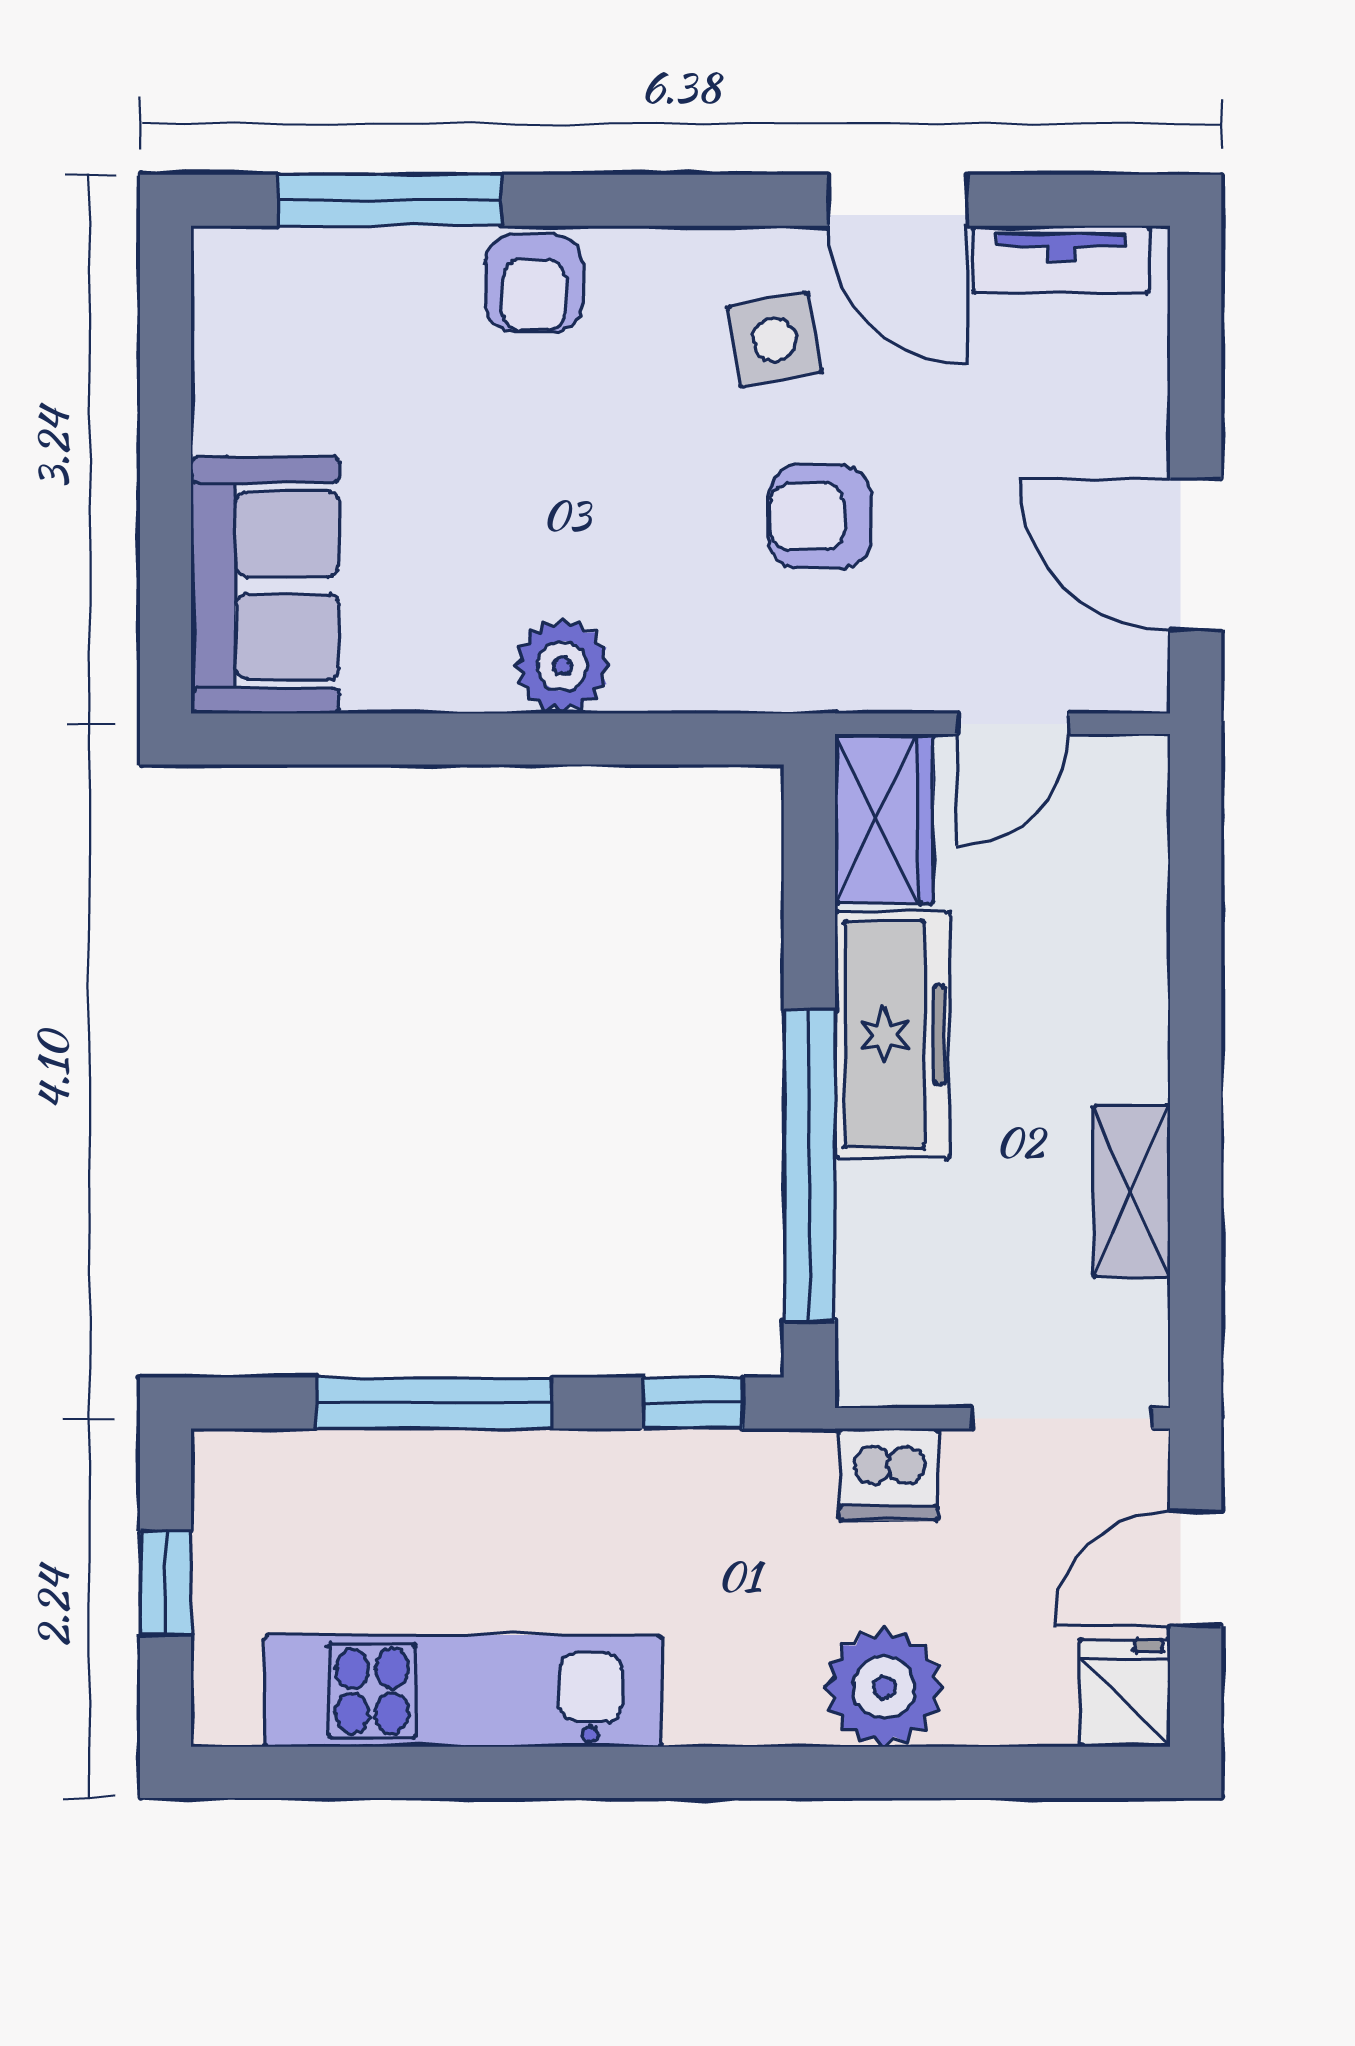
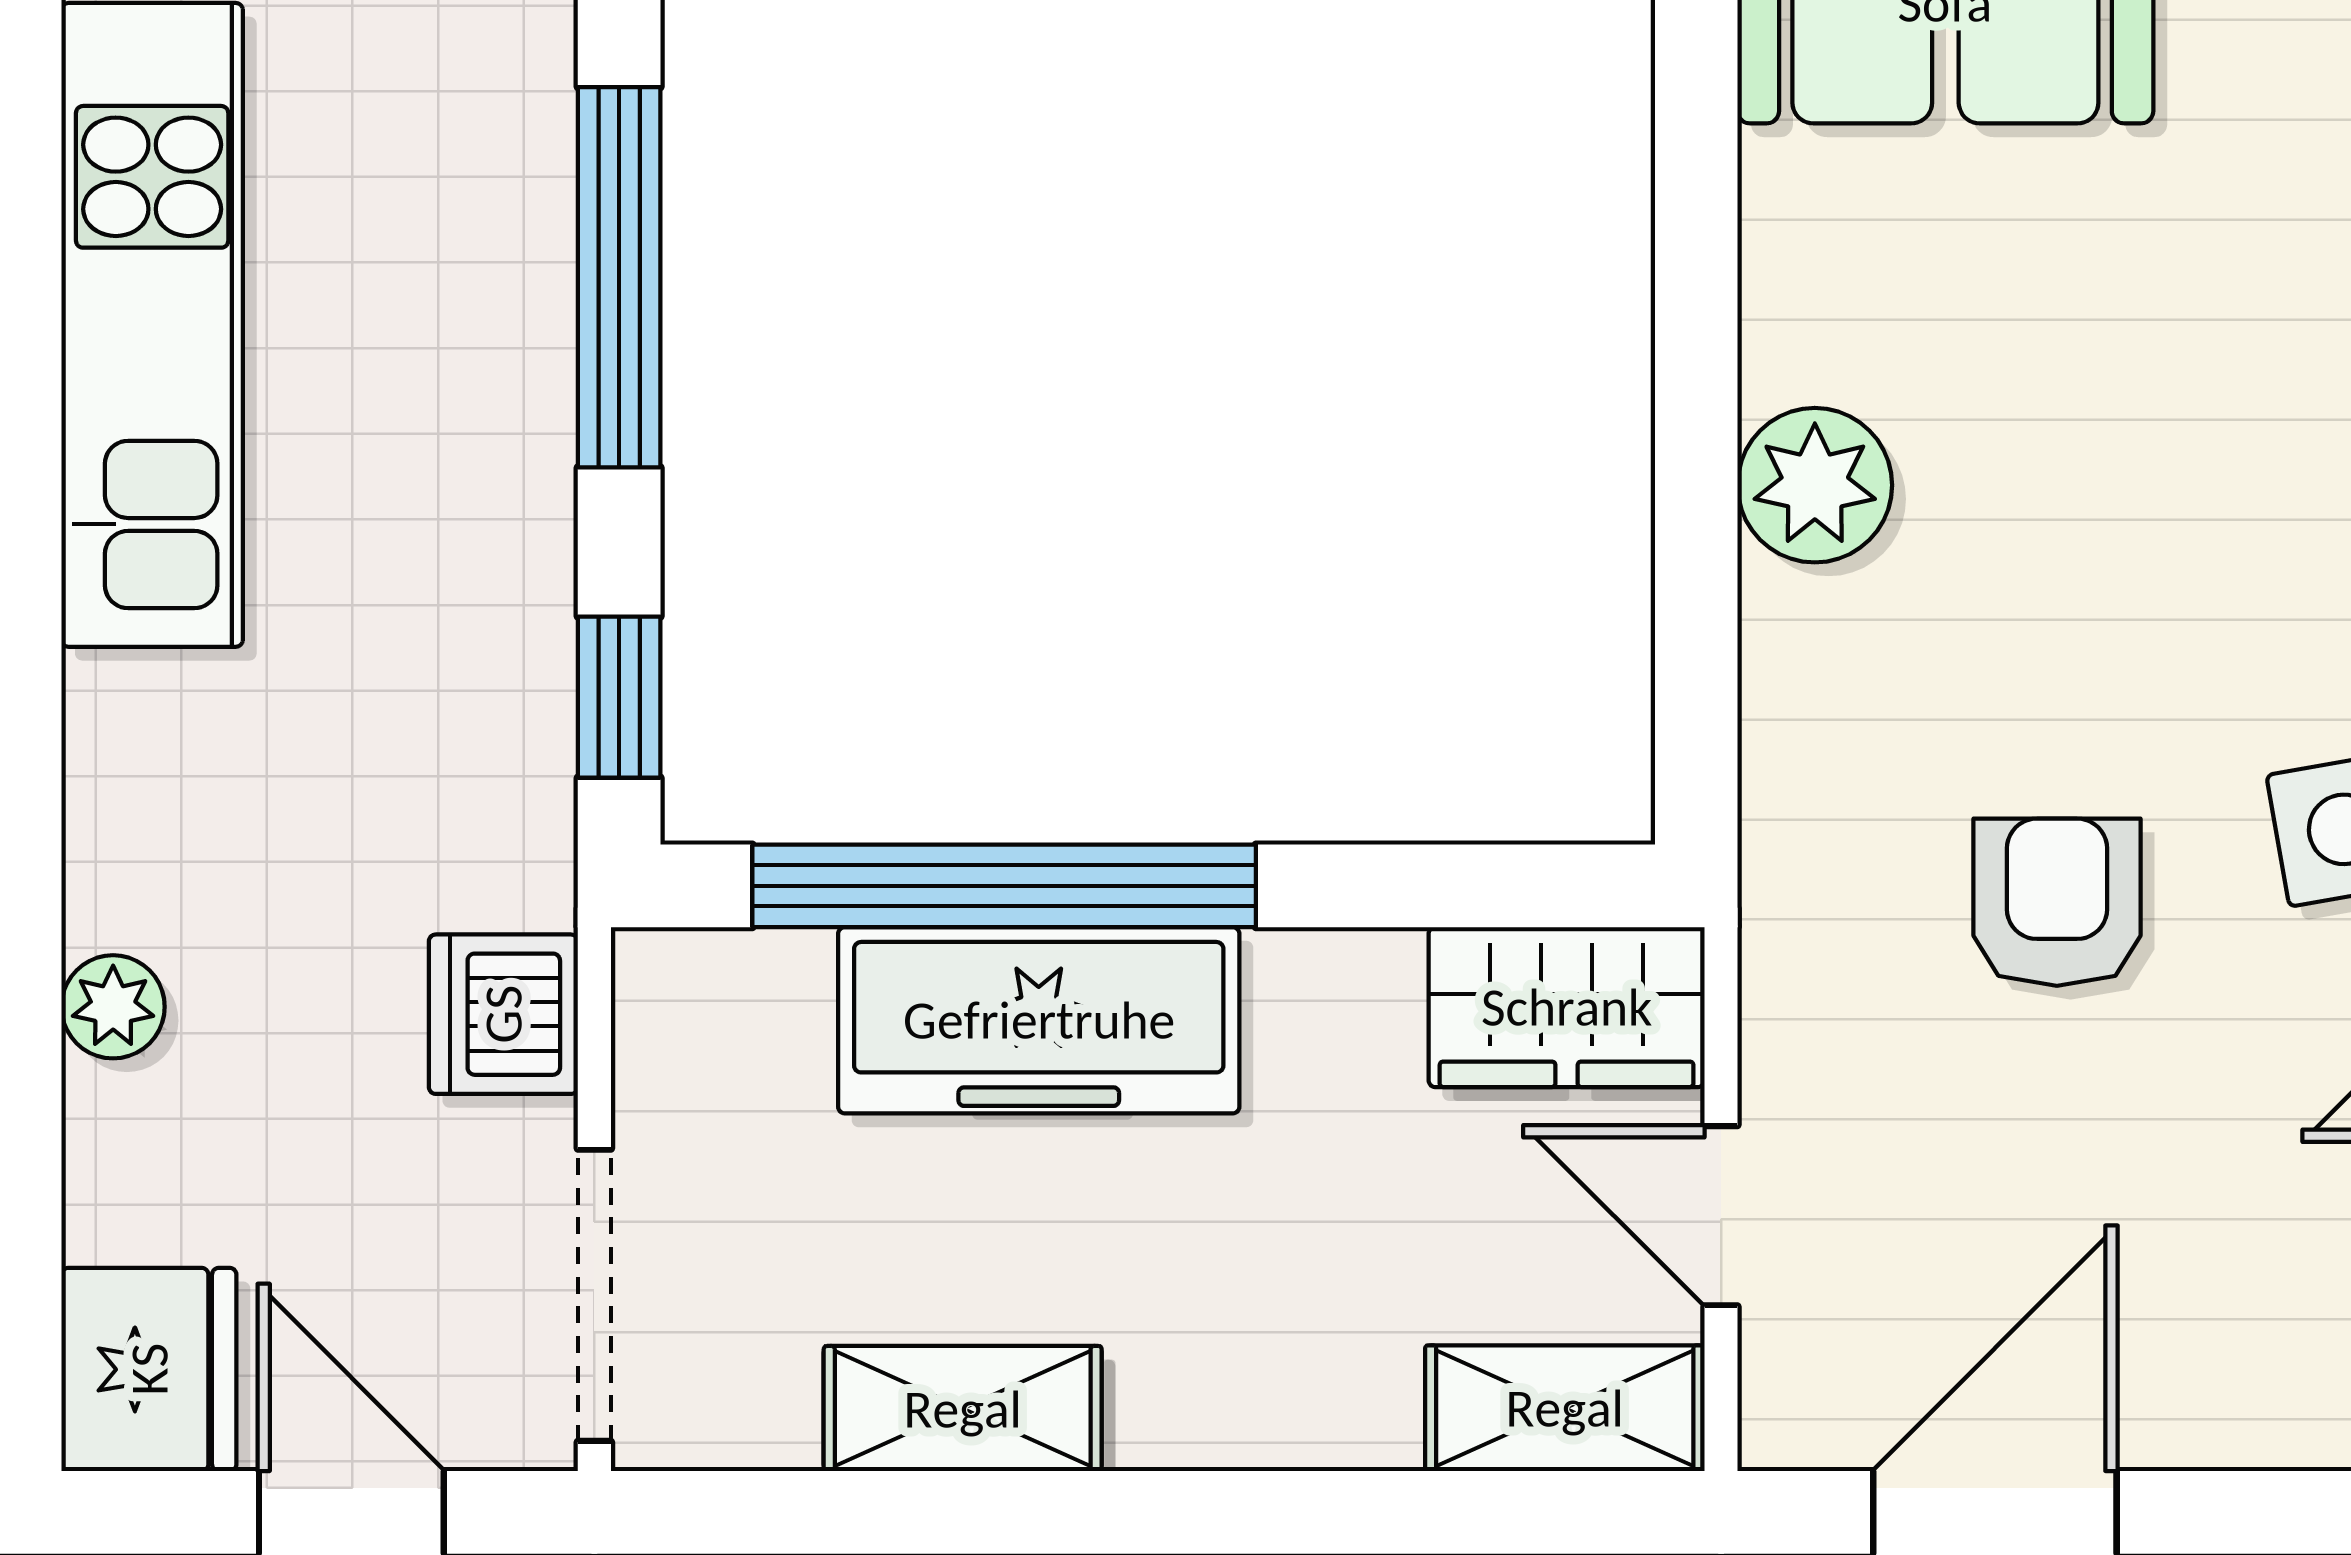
shelving: (1131, 820) -> (1565, 1408), added
freezer: (892, 1035) -> (1039, 1020), moved
plant: (884, 1687) -> (113, 1007), width x0.53, depth x0.53
fridge: (1125, 1693) -> (149, 1369), width x1.38

